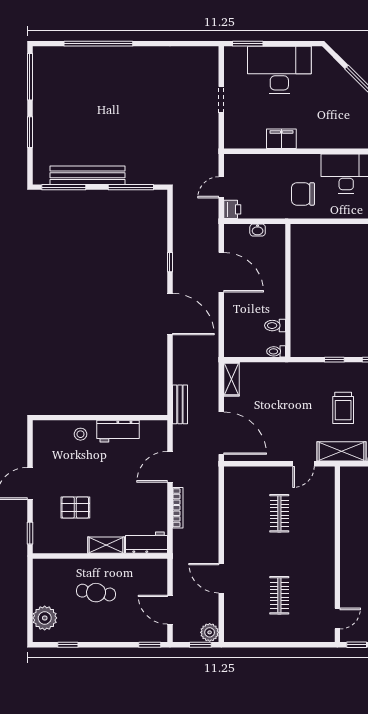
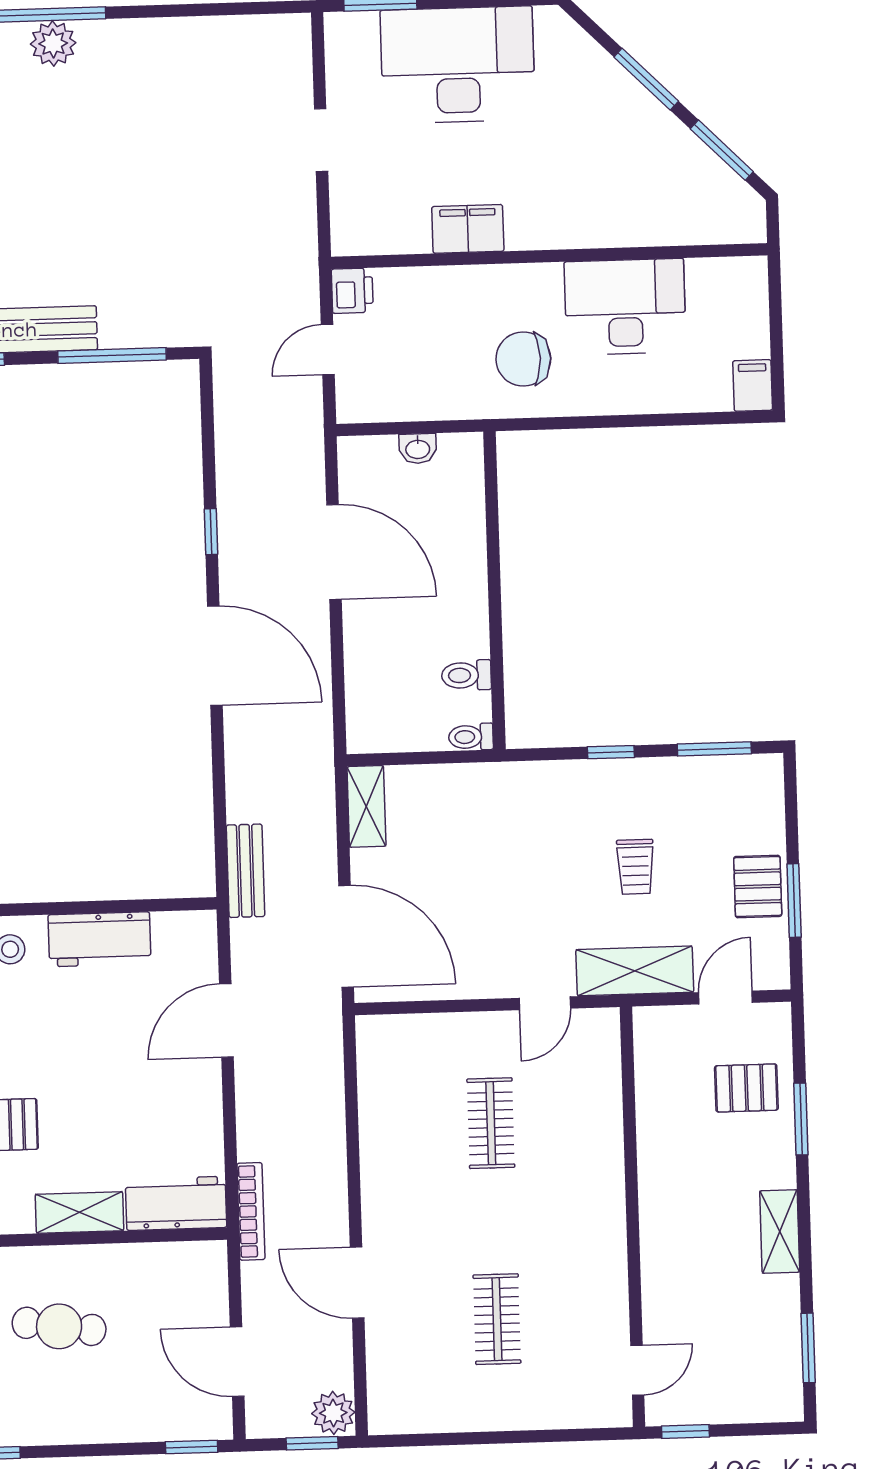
plant: (110, 56) -> (53, 43), added
printer: (232, 209) -> (352, 291), moved
trolley: (343, 408) -> (635, 867), width x0.73, depth x0.72
bookcase: (178, 508) -> (251, 1211), moved

